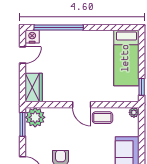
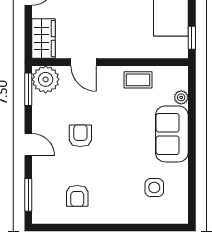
door: (82, 105) -> (84, 62), moved
plant: (134, 112) -> (181, 97), moved

